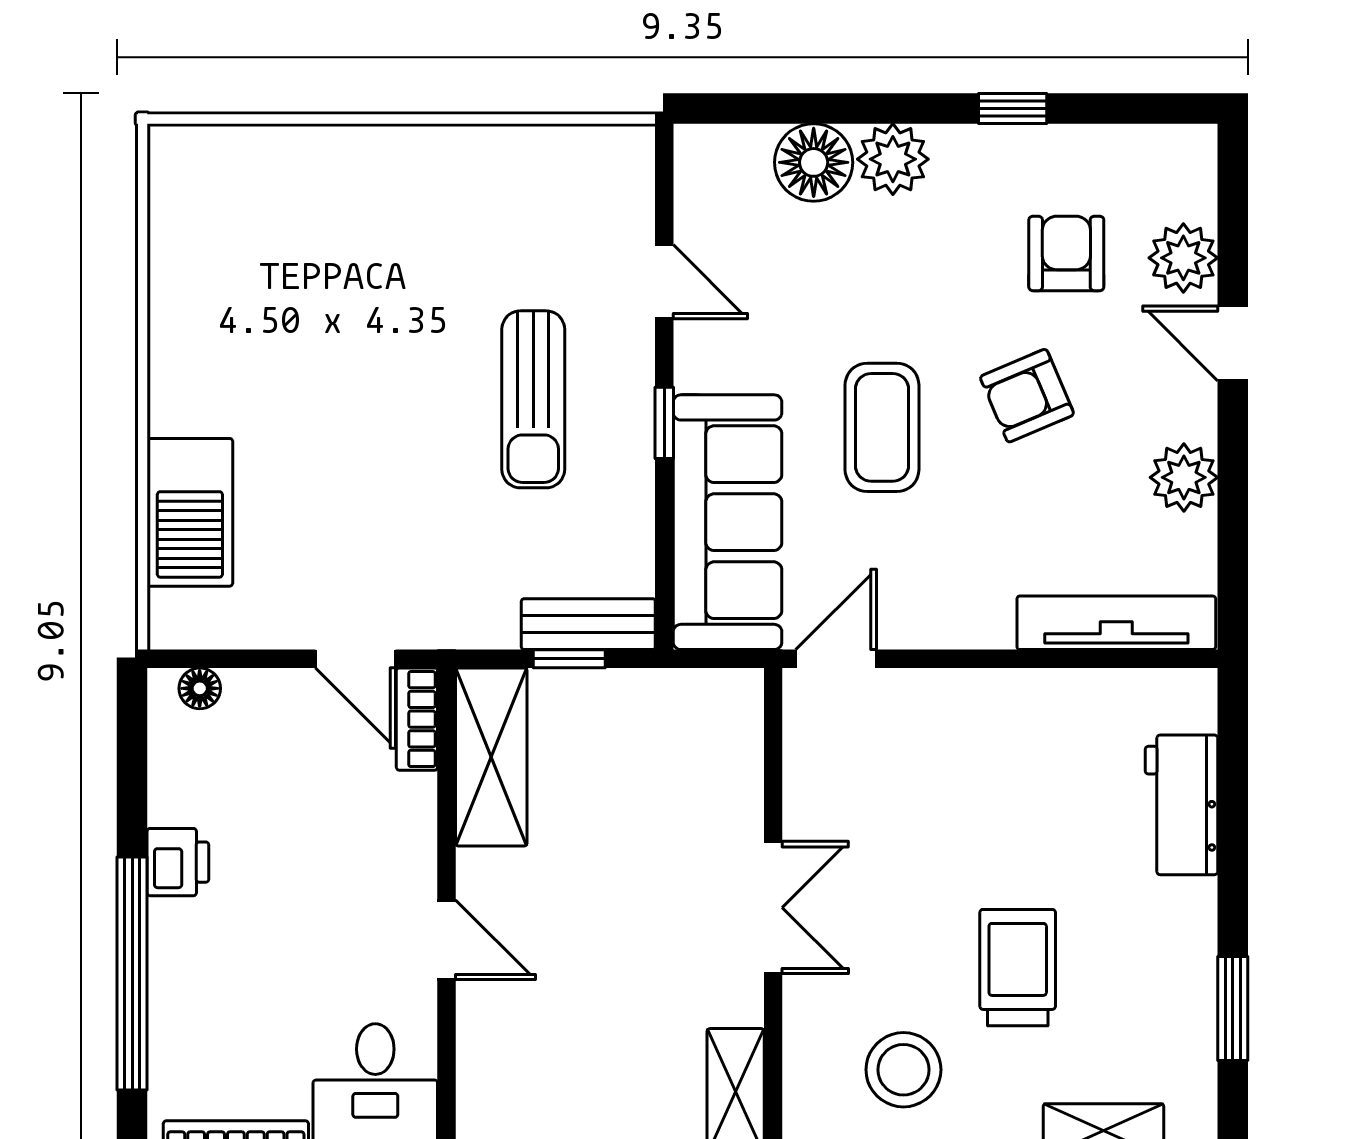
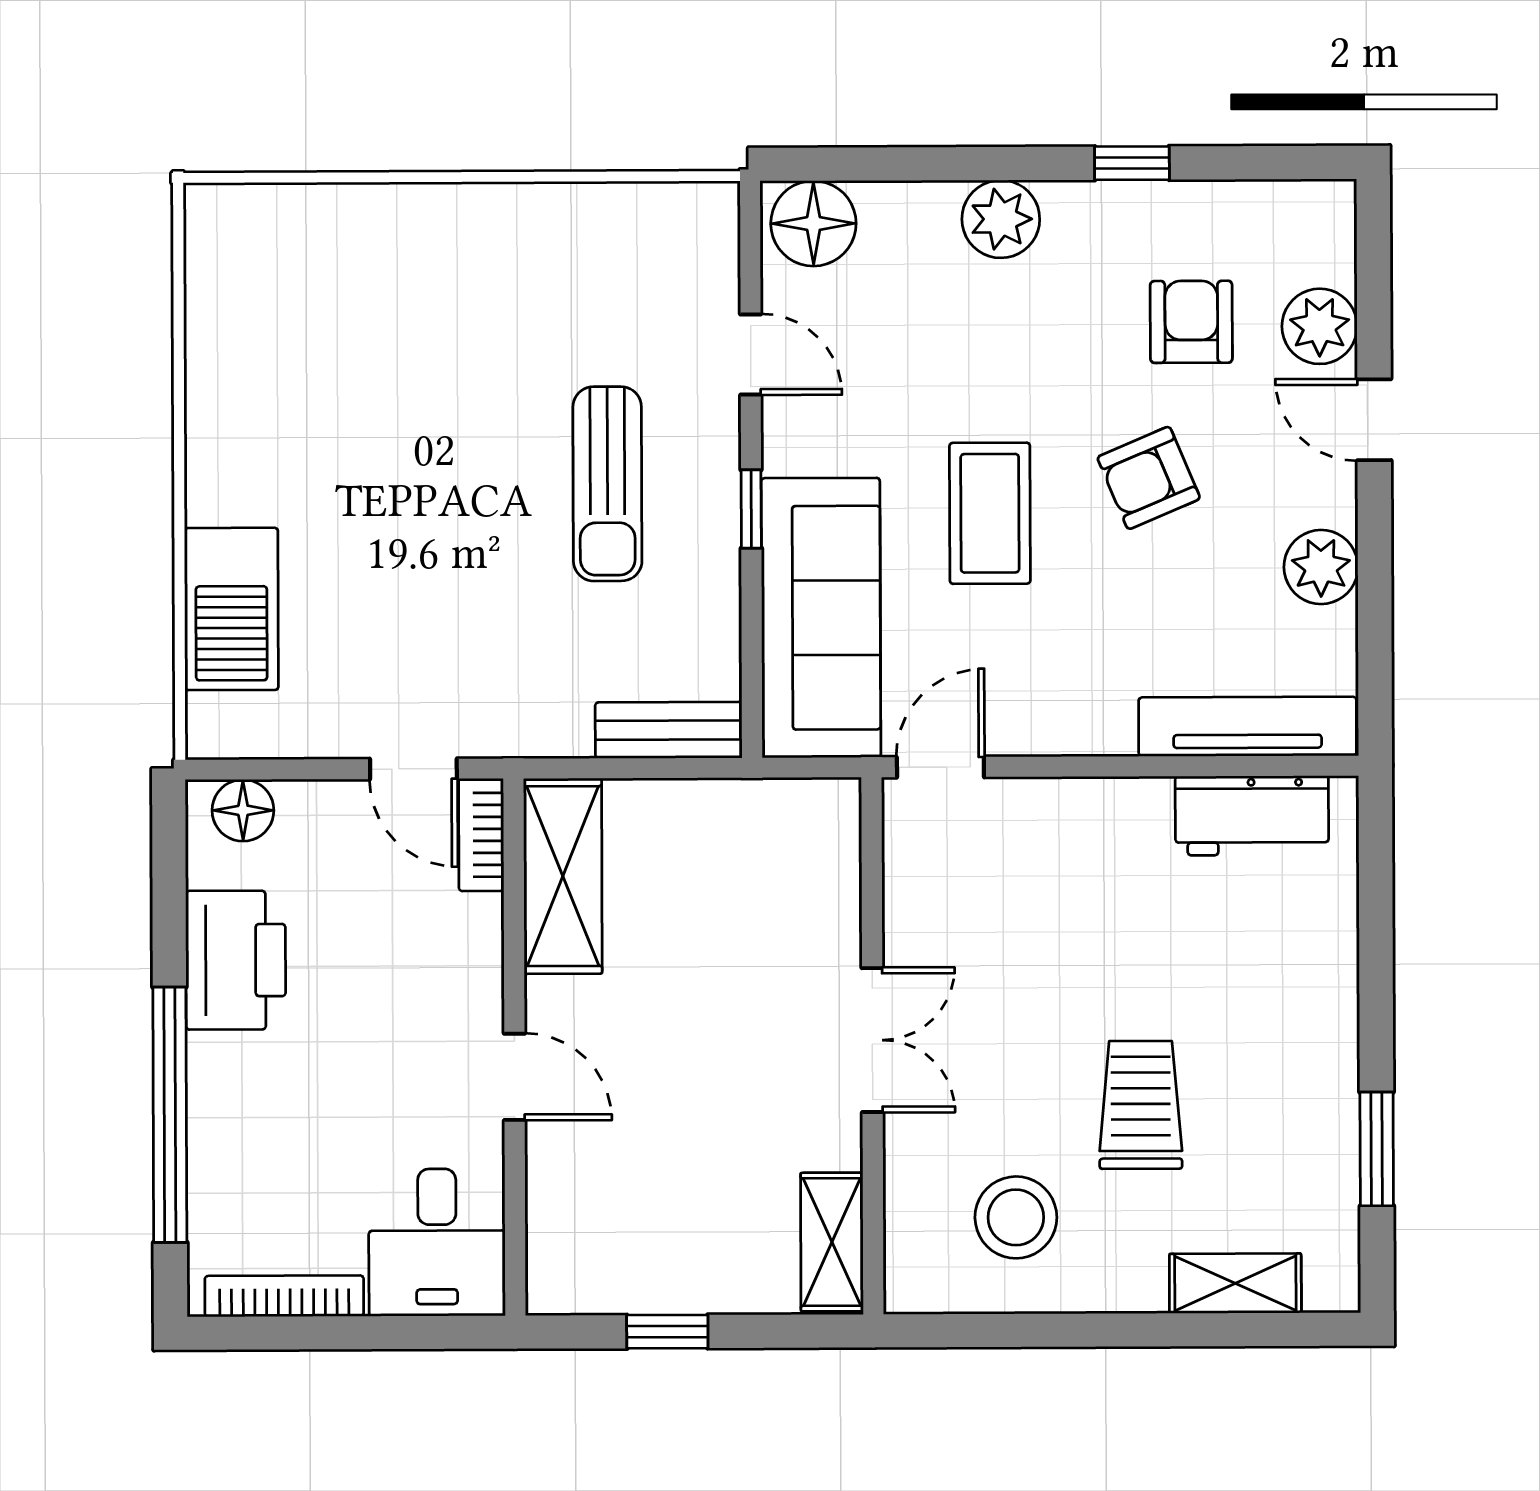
floor lamp: (814, 162) -> (813, 223), moved
window: (569, 659) -> (648, 768), removed
floor lamp: (200, 688) -> (243, 810), width x1.37, depth x1.37
workbench: (1182, 805) -> (1252, 816), moved, turned -90
printer: (178, 862) -> (236, 960), width x1.87, depth x1.48

